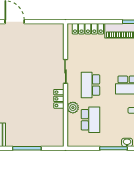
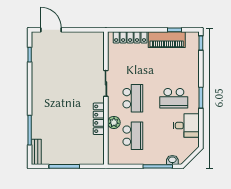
school desk: (90, 85) -> (133, 98), turned 180
locker: (59, 99) -> (99, 119), width x1.53

